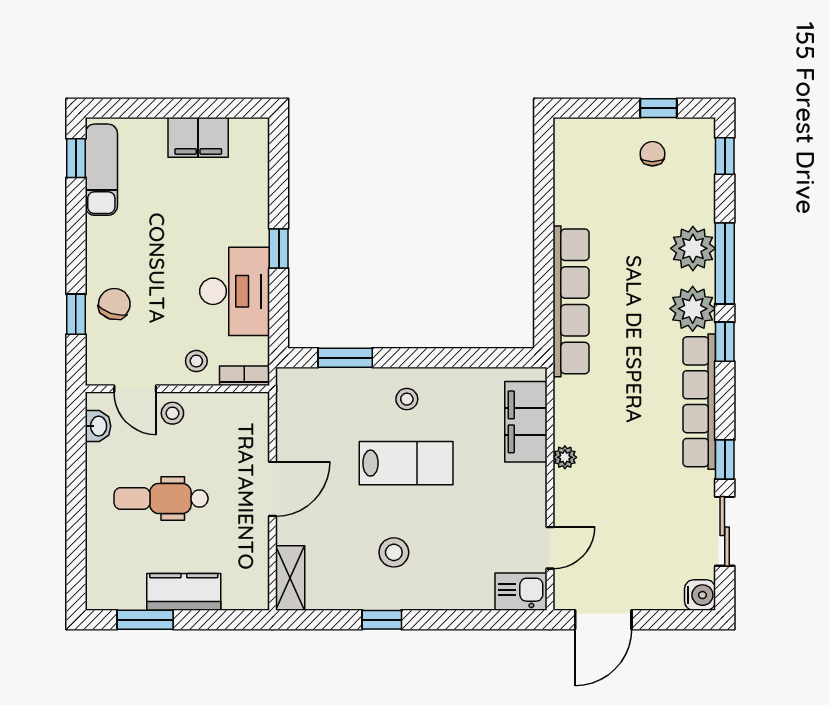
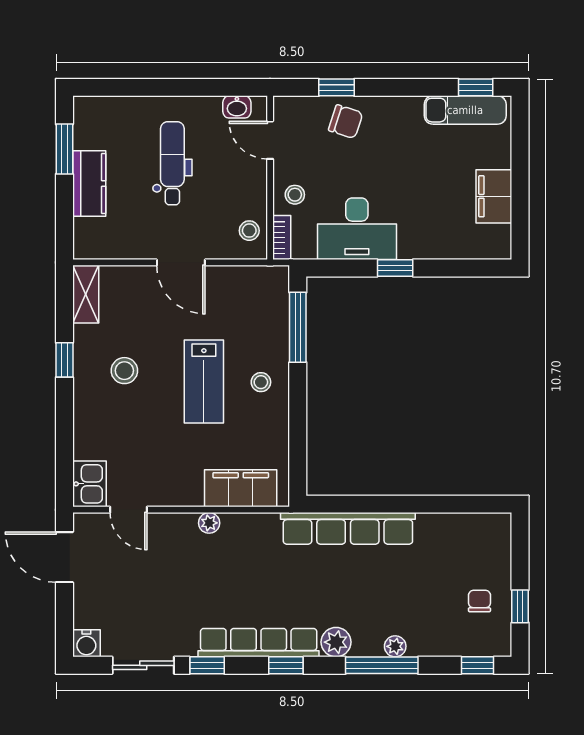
chair: (652, 154) -> (479, 601), turned -90
plant: (693, 248) -> (395, 646), width x0.53, depth x0.53
plant: (693, 309) -> (336, 642), width x0.73, depth x0.73
window: (725, 342) -> (286, 665), moved
window: (345, 358) -> (298, 327), width x1.44
door: (135, 389) -> (270, 140), hinge flipped
stool: (172, 413) -> (249, 231), moved
shelving: (290, 578) -> (86, 294), moved, turned 90

